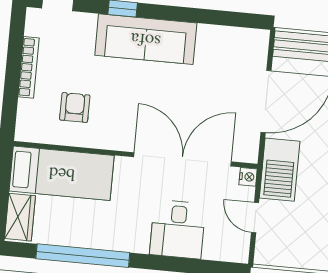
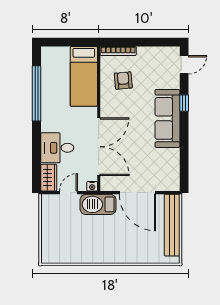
bookcase: (29, 67) -> (118, 51), moved
armchair: (75, 107) -> (123, 80), turned -95
wardrobe: (20, 217) -> (49, 178), moved, turned -90

